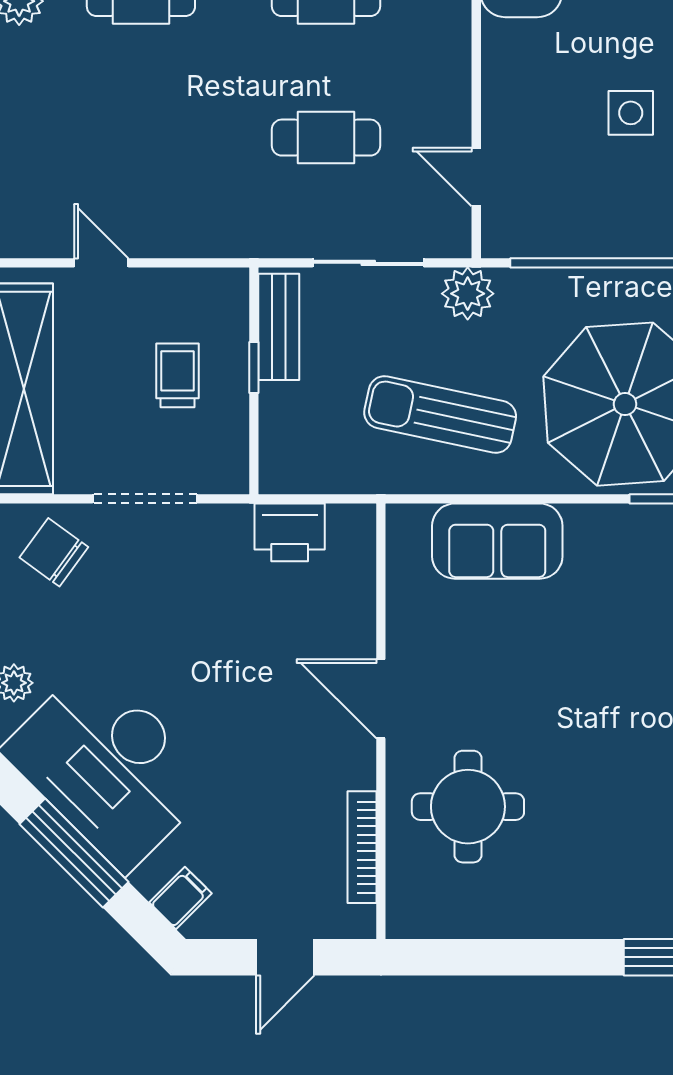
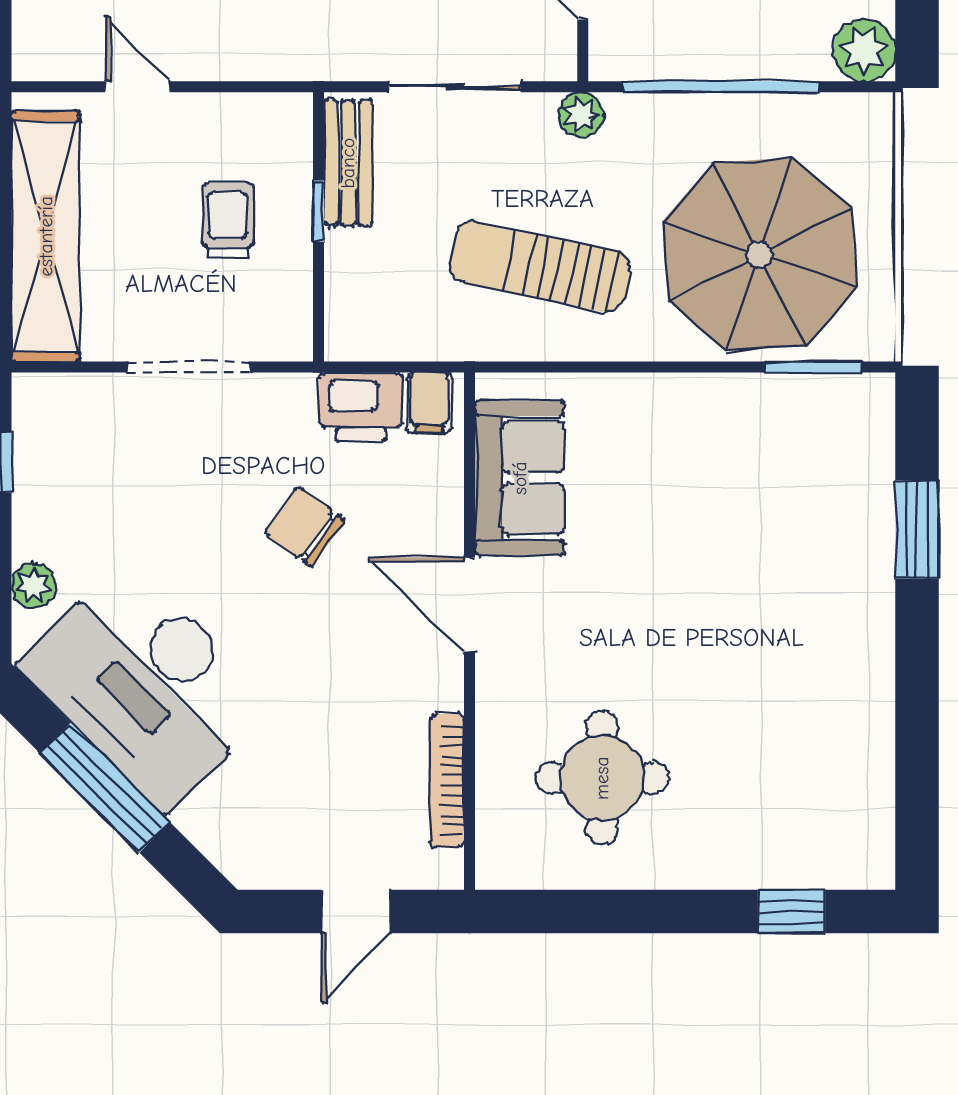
plant: (468, 294) -> (581, 115), width x0.73, depth x0.73
sofa: (497, 541) -> (520, 478), moved, turned -90
chair: (54, 552) -> (304, 526), moved
round table: (468, 807) -> (602, 778), moved
filing cabinet: (180, 898) -> (429, 403), moved, turned 135

